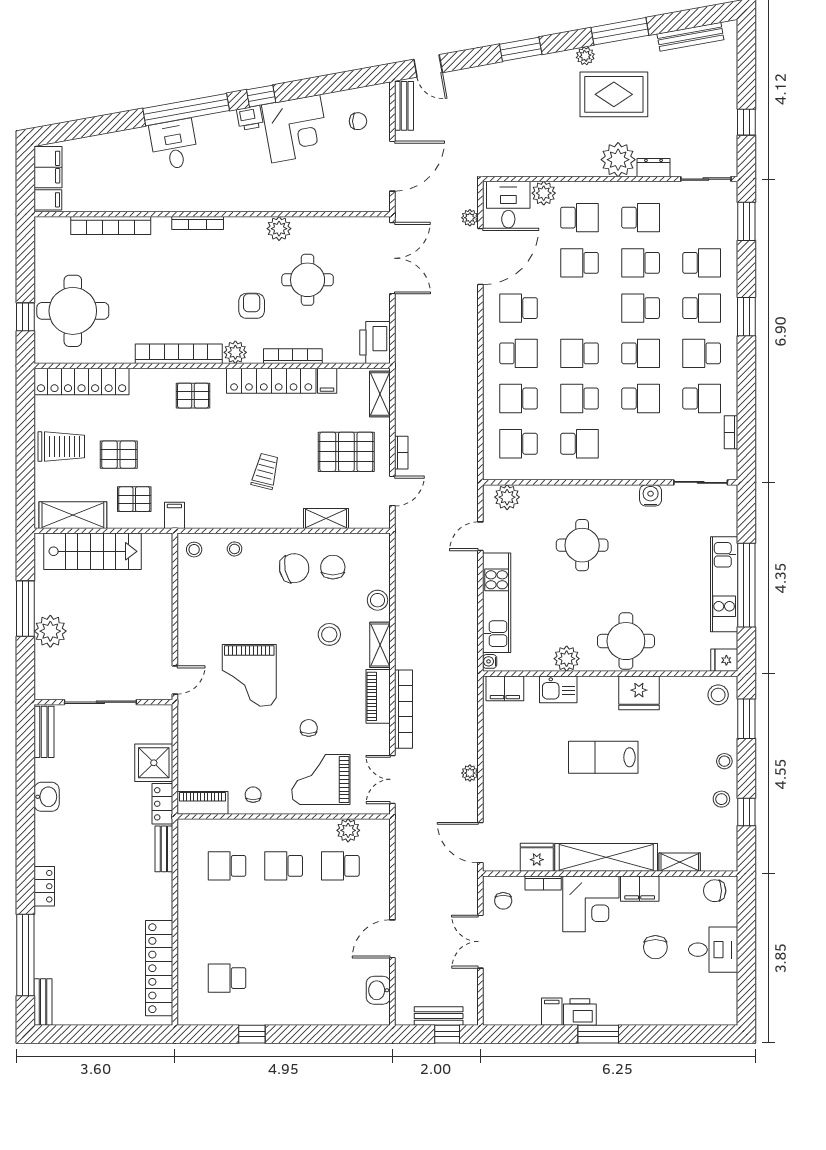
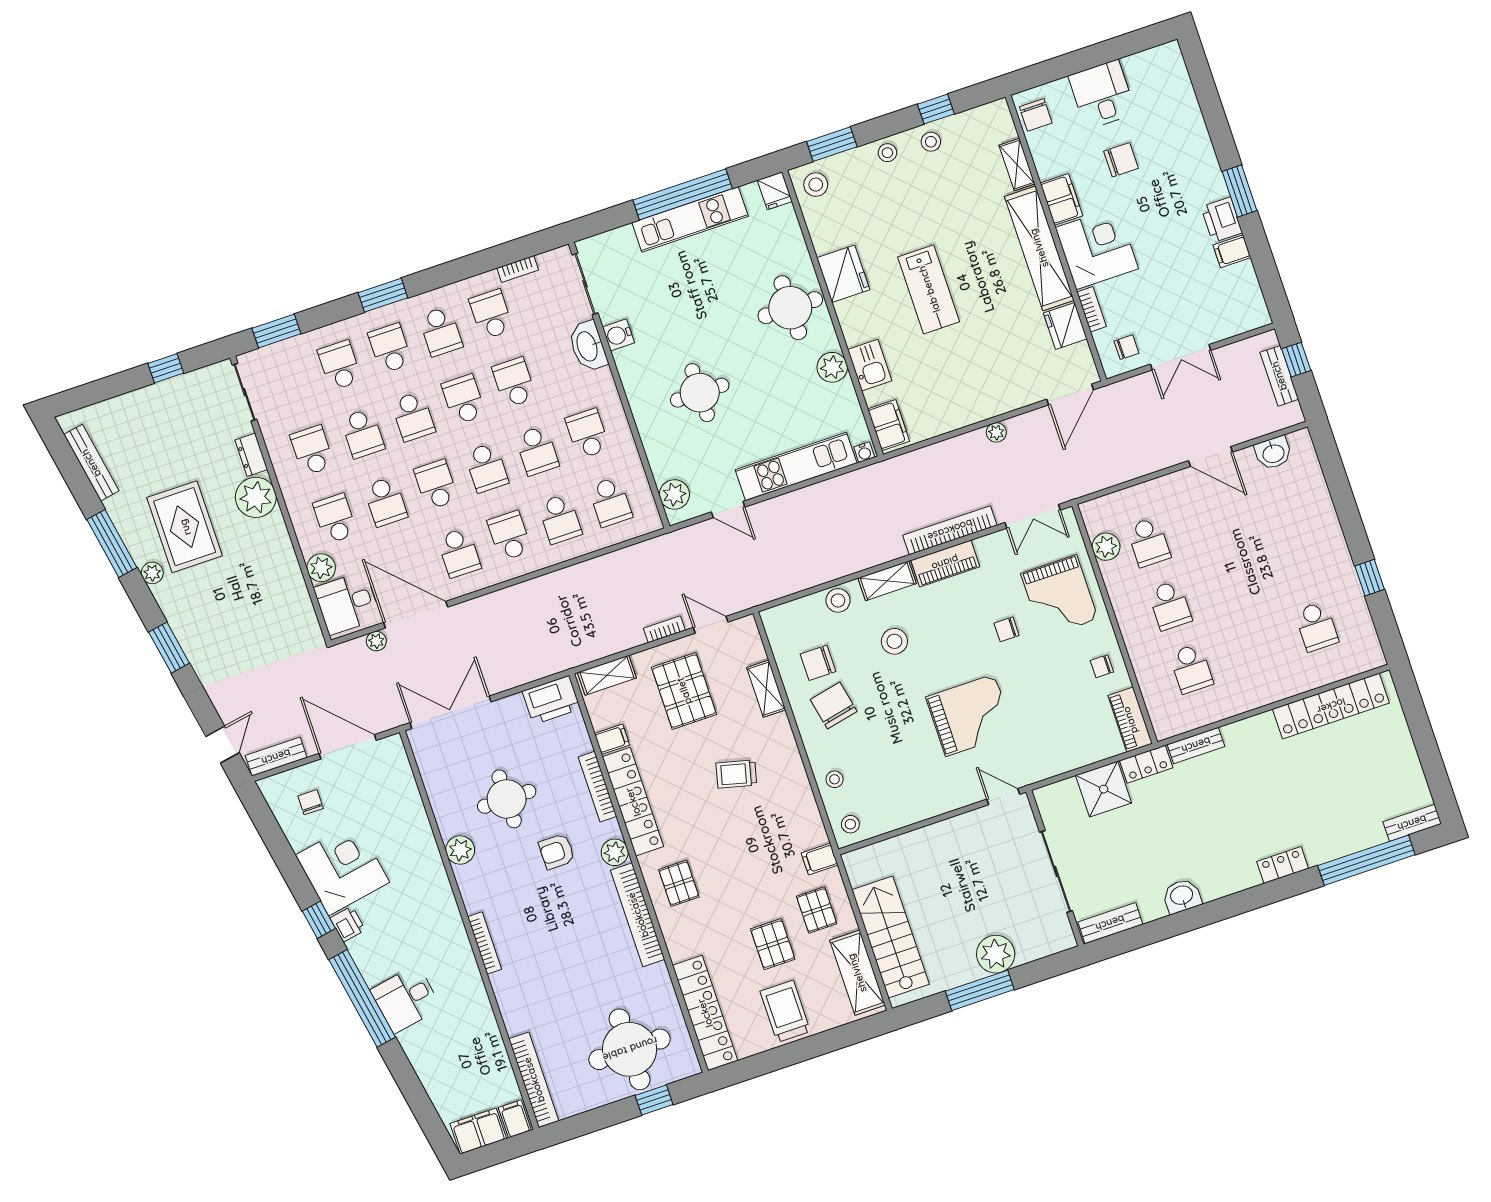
bookcase: (111, 225) -> (534, 1080), moved
school desk: (580, 308) -> (436, 485), added
washbasin: (650, 468) -> (588, 346), added

